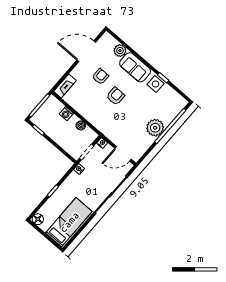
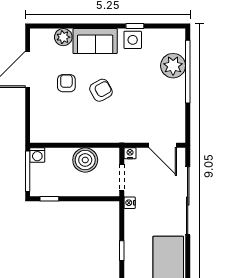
fireplace: (65, 86) -> (37, 126), removed
armchair: (116, 96) -> (101, 90), turned 61
washing machine: (66, 114) -> (37, 155), moved
boiler: (81, 125) -> (85, 160), width x1.86, depth x1.86
plant: (155, 128) -> (173, 66), moved
door: (123, 154) -> (163, 145), hinge flipped

